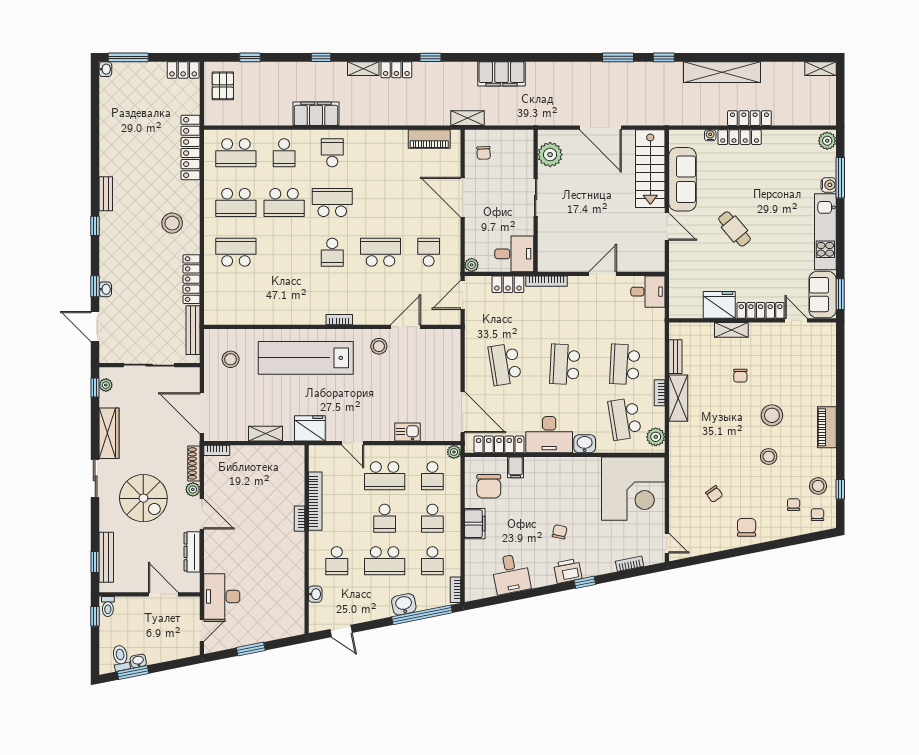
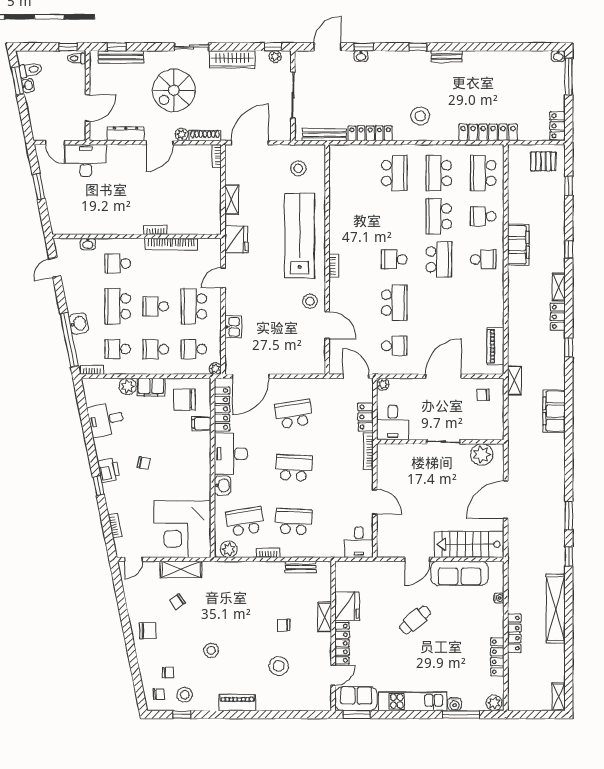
locker: (740, 137) -> (497, 657), moved
shelving: (678, 398) -> (181, 569), moved
stool: (772, 415) -> (279, 666), moved
plant: (474, 550) -> (128, 386), added

